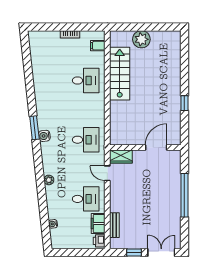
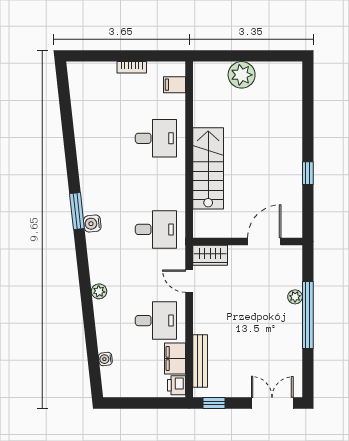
stairs: (120, 74) -> (208, 168), moved
plant: (176, 184) -> (295, 297), added
bench: (114, 225) -> (200, 361), width x1.36
window: (134, 252) -> (214, 403), moved

